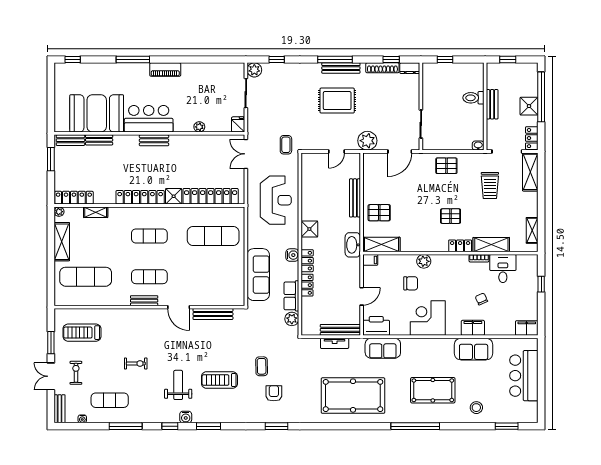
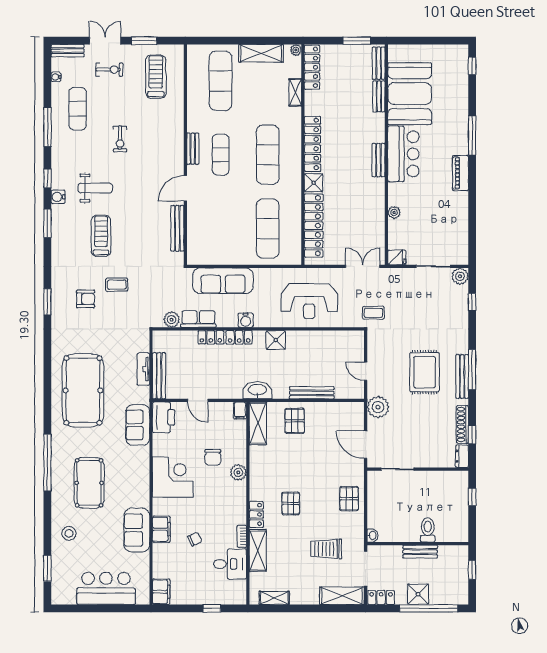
exercise mat: (149, 236) -> (268, 155), width x1.36, depth x1.45

